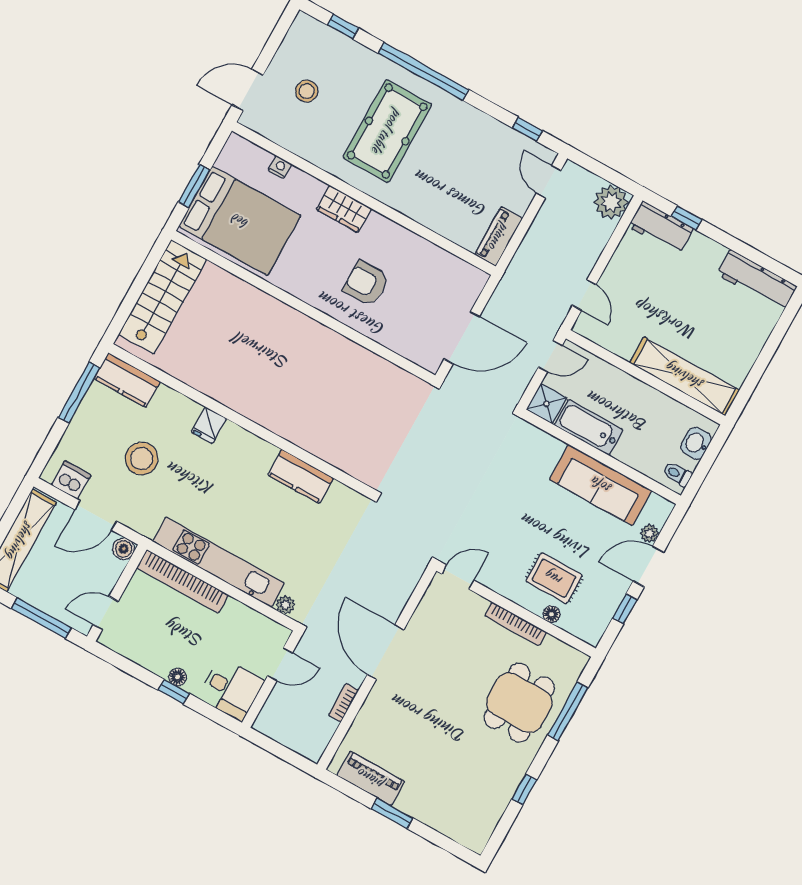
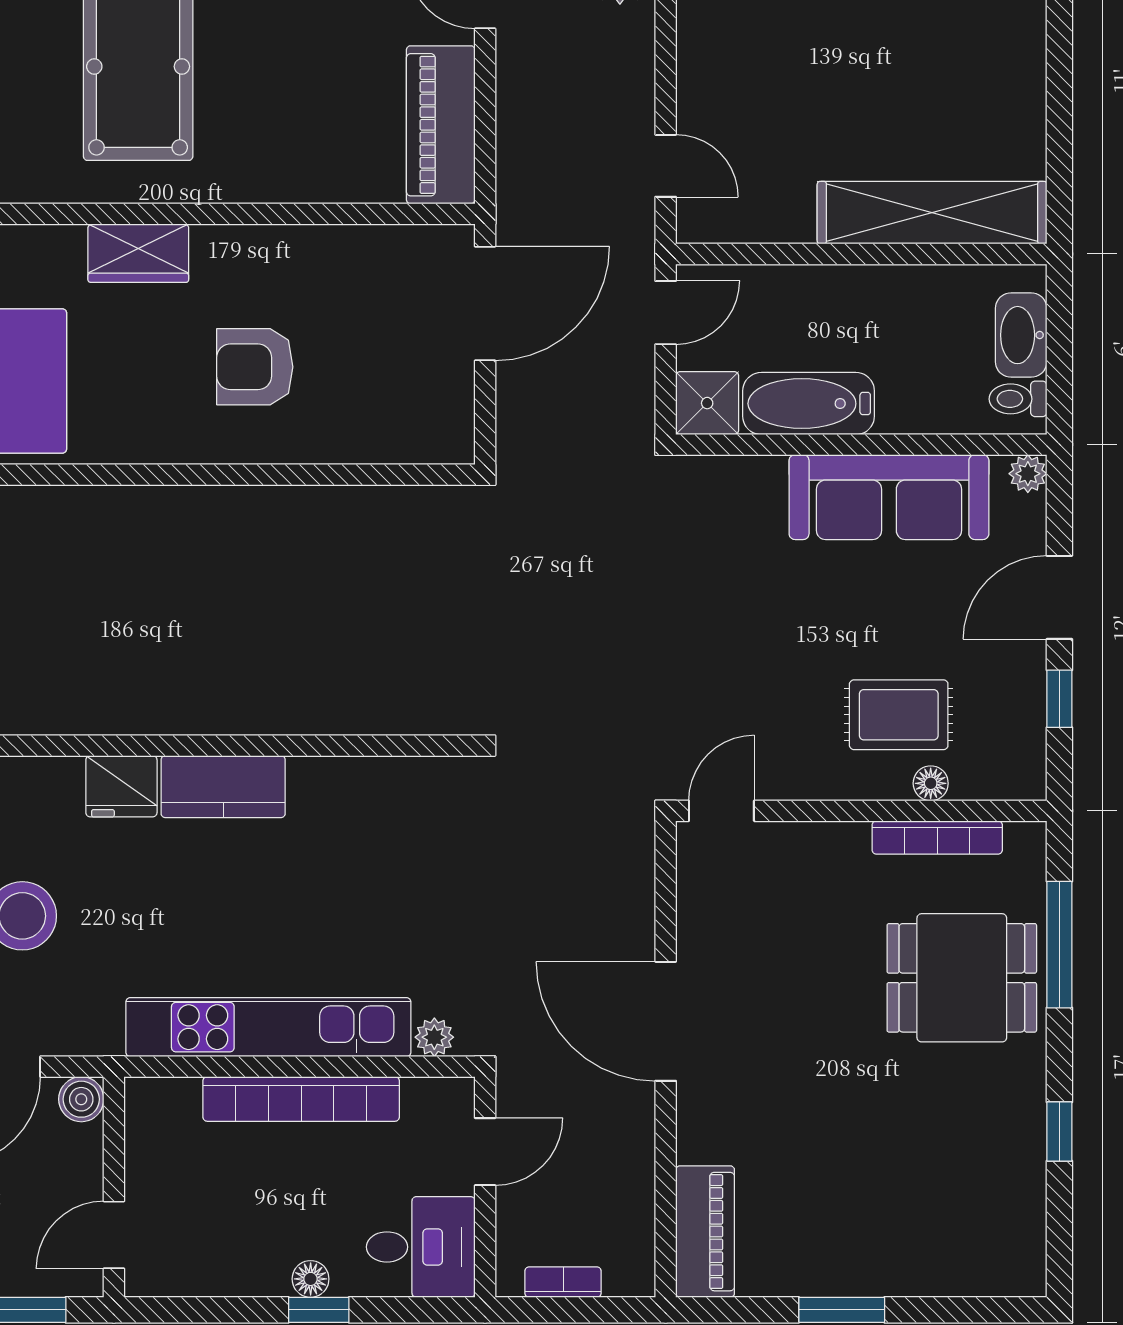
piano: (499, 236) -> (441, 125), width x1.37, depth x1.33
door: (462, 338) -> (485, 304), moved
fridge: (209, 425) -> (121, 786), width x1.38
washbasin: (696, 443) -> (1021, 335), width x1.38
kitchen counter: (300, 476) -> (223, 787), moved
plant: (650, 533) -> (1028, 474), moved
bookcase: (183, 581) -> (301, 1099), moved
bookcase: (516, 624) -> (937, 838), moved
bookcase: (343, 703) -> (563, 1282), moved, turned 90
dining table: (519, 703) -> (962, 978), turned 90
piano: (371, 779) -> (705, 1232), moved, turned 90

